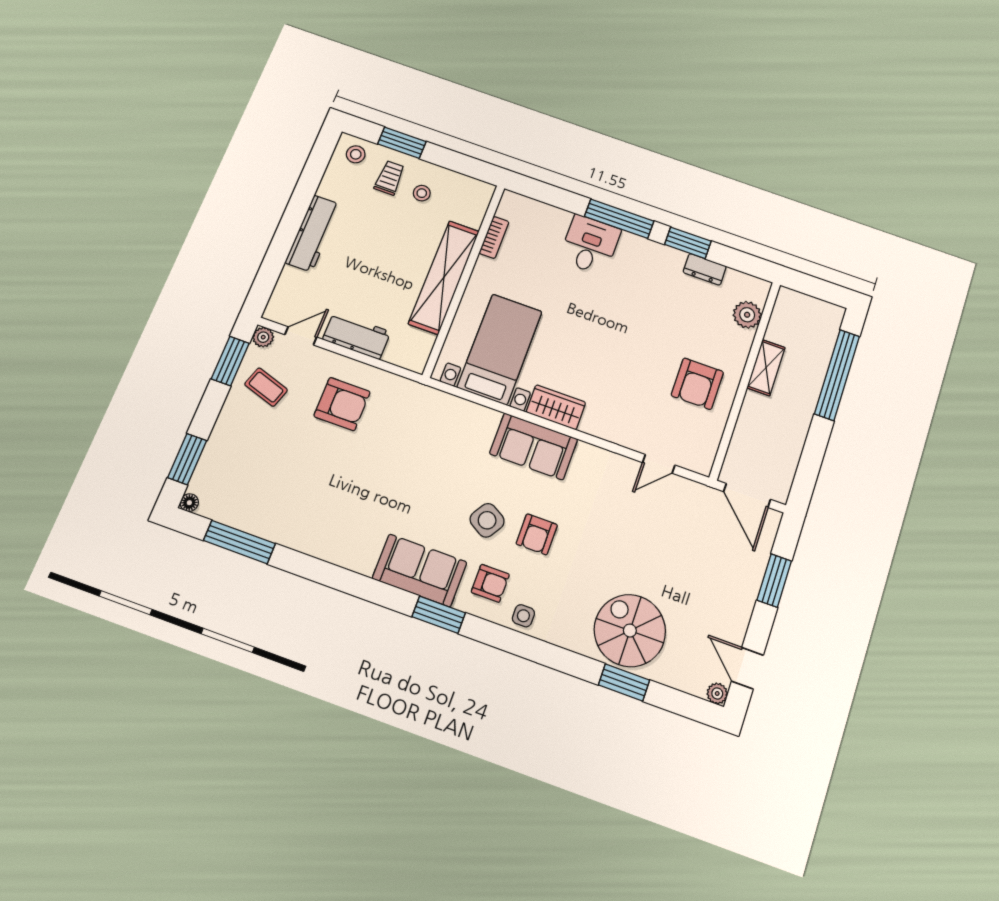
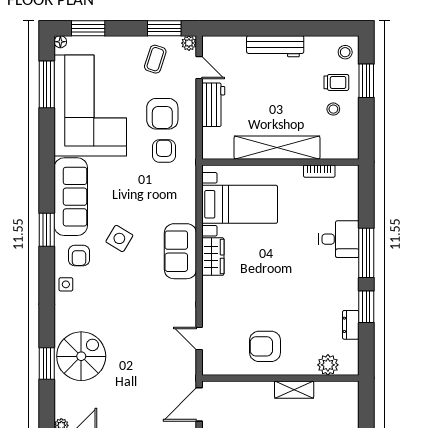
corner sofa: (292, 494) -> (90, 106), added
armchair: (537, 534) -> (164, 151), moved, turned 90
sofa: (420, 570) -> (71, 197), width x1.36

